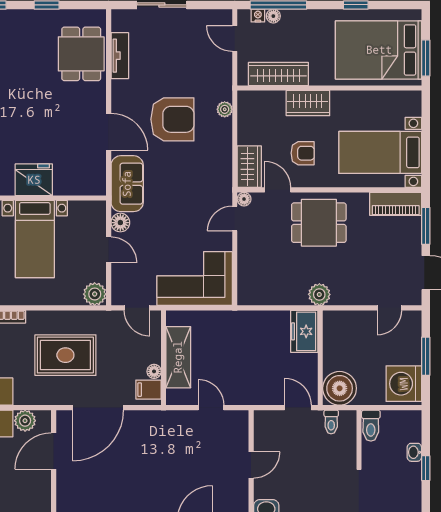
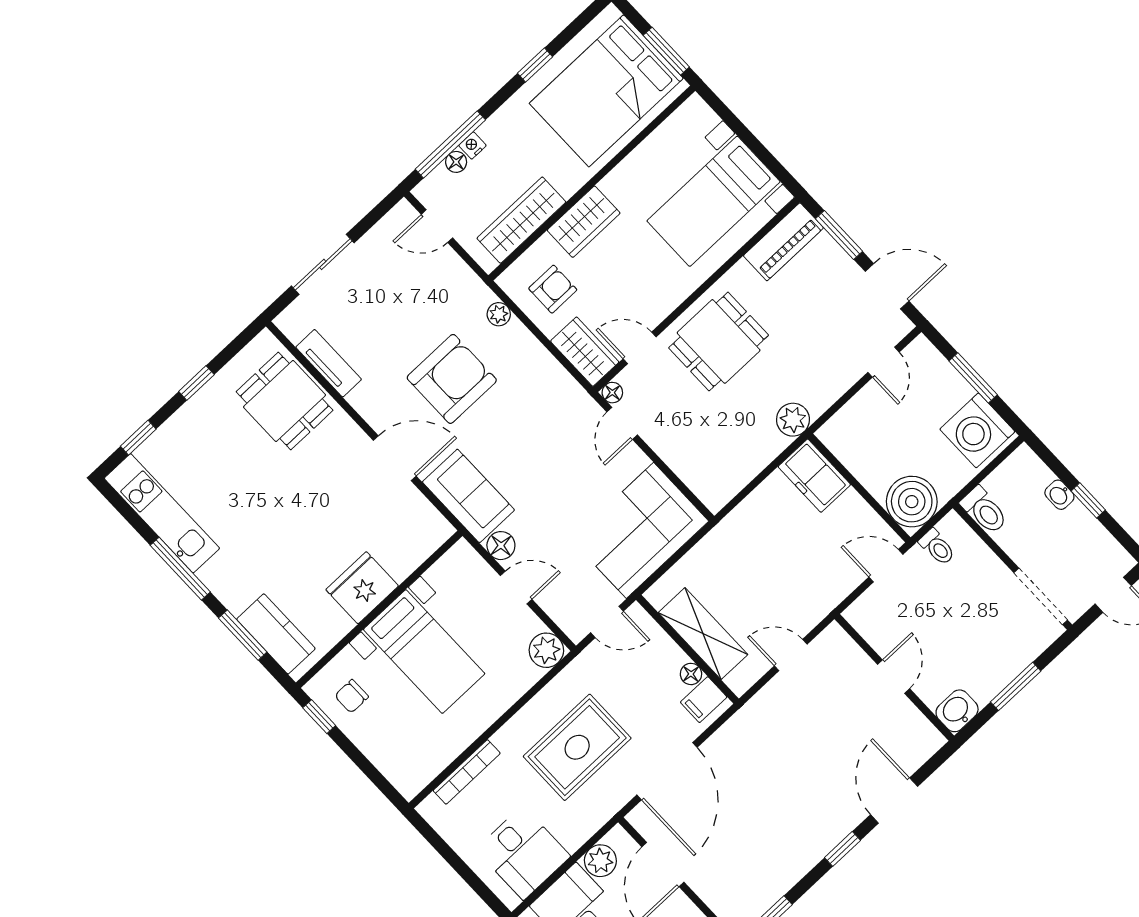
nightstand: (258, 16) -> (472, 145), moved
armchair: (303, 153) -> (553, 289), moved

